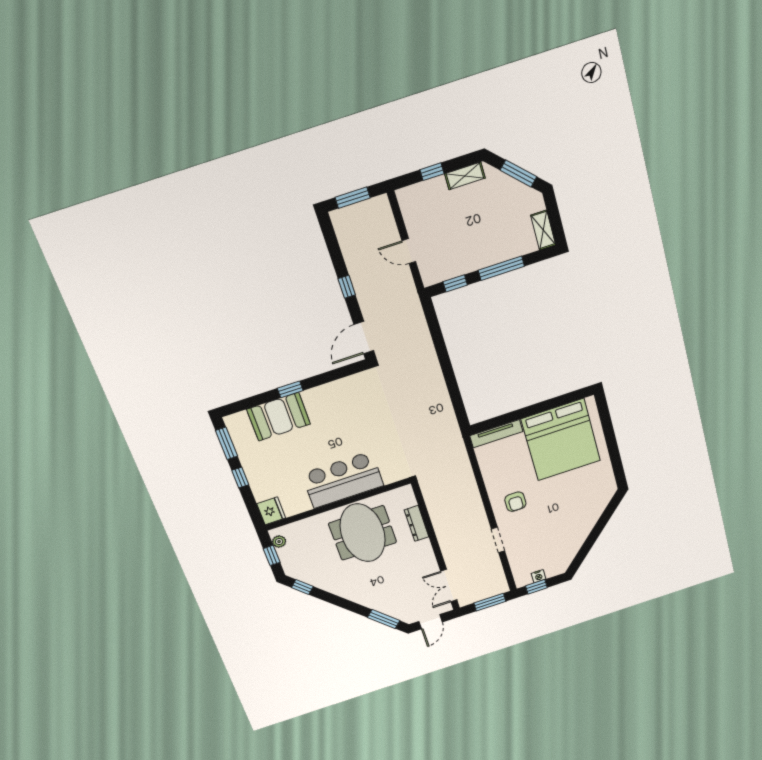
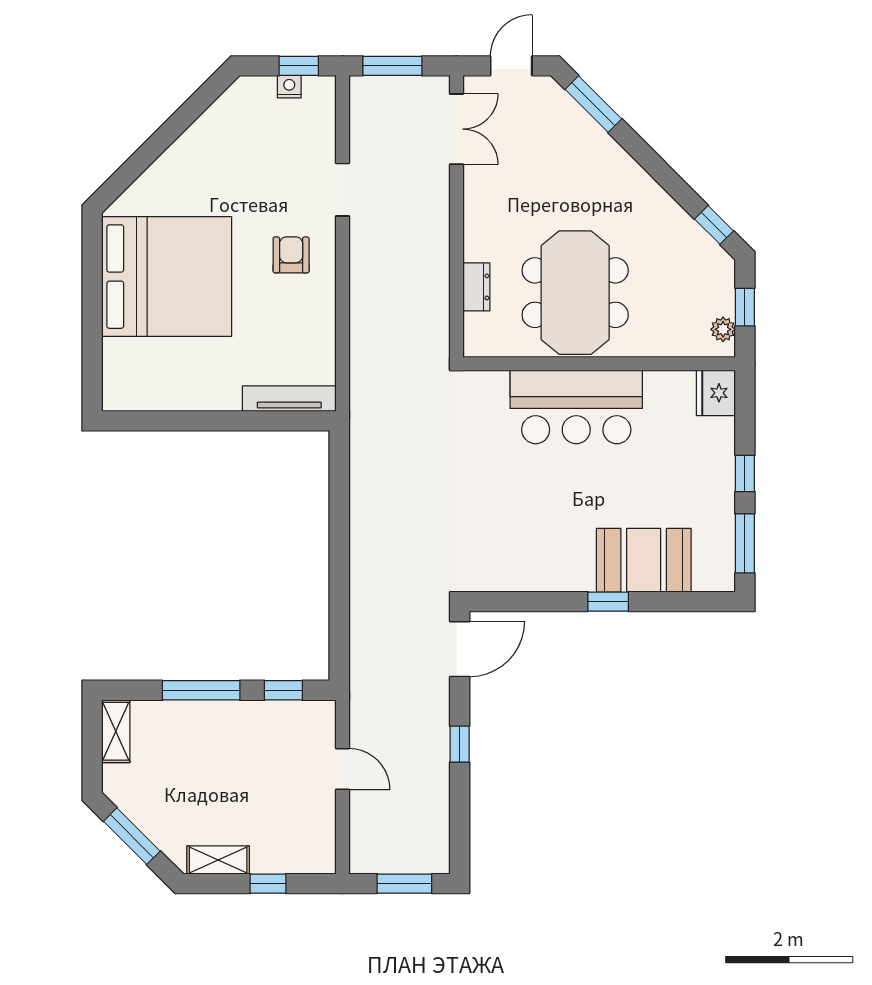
bed: (561, 440) -> (167, 277), moved, turned 90
dresser: (417, 523) -> (476, 287), width x0.70

